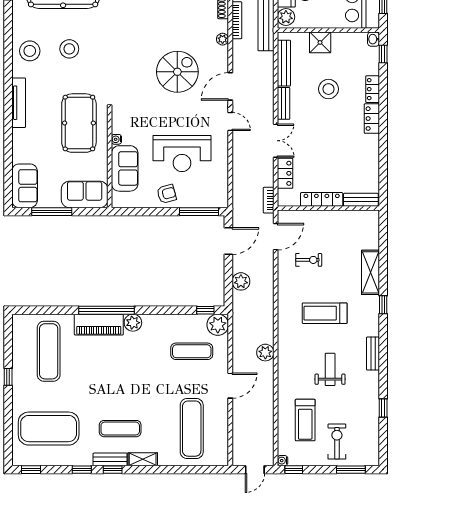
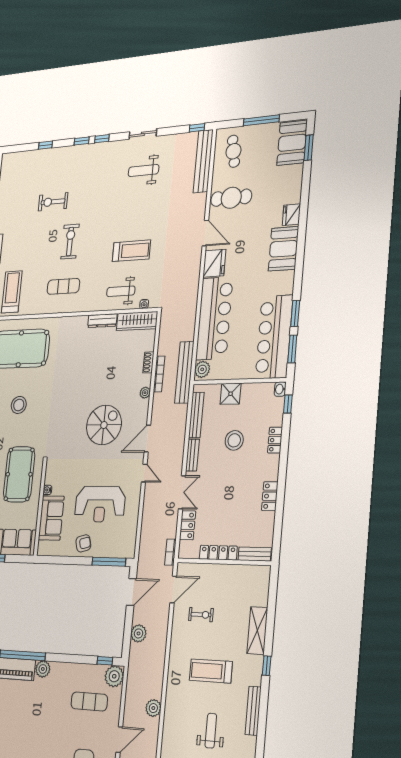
locker: (372, 119) -> (270, 496), moved
bench: (373, 354) -> (253, 711), width x1.36

